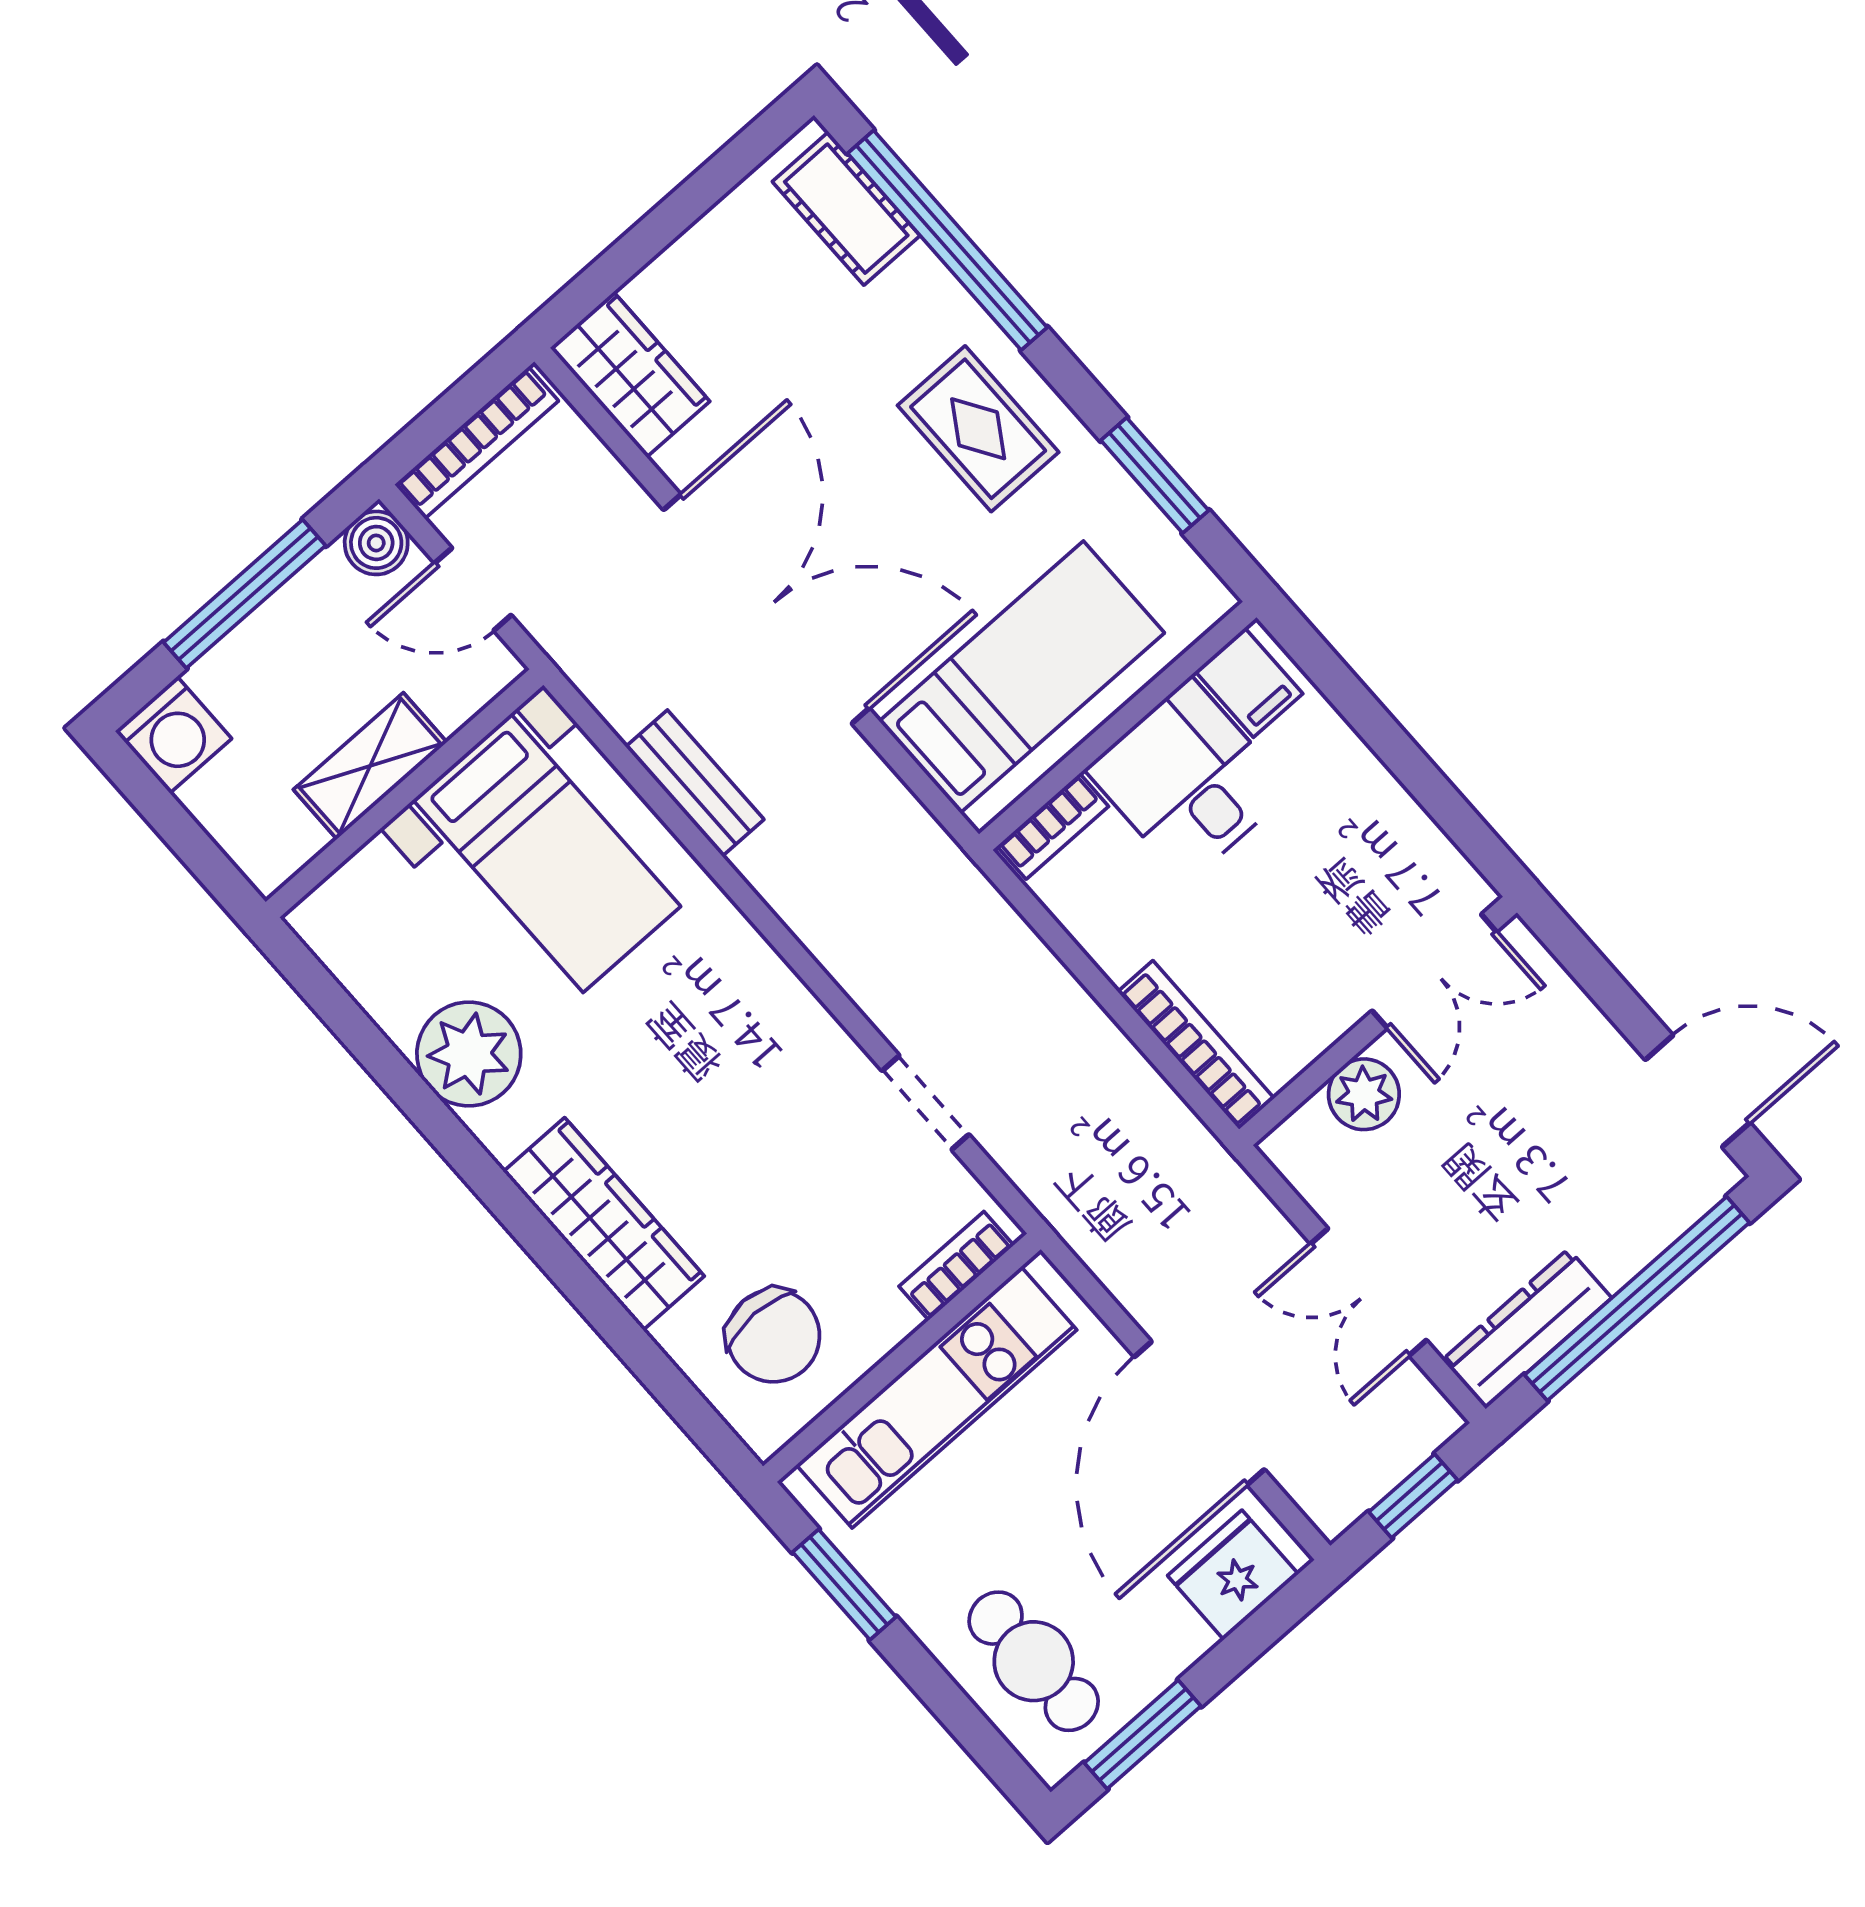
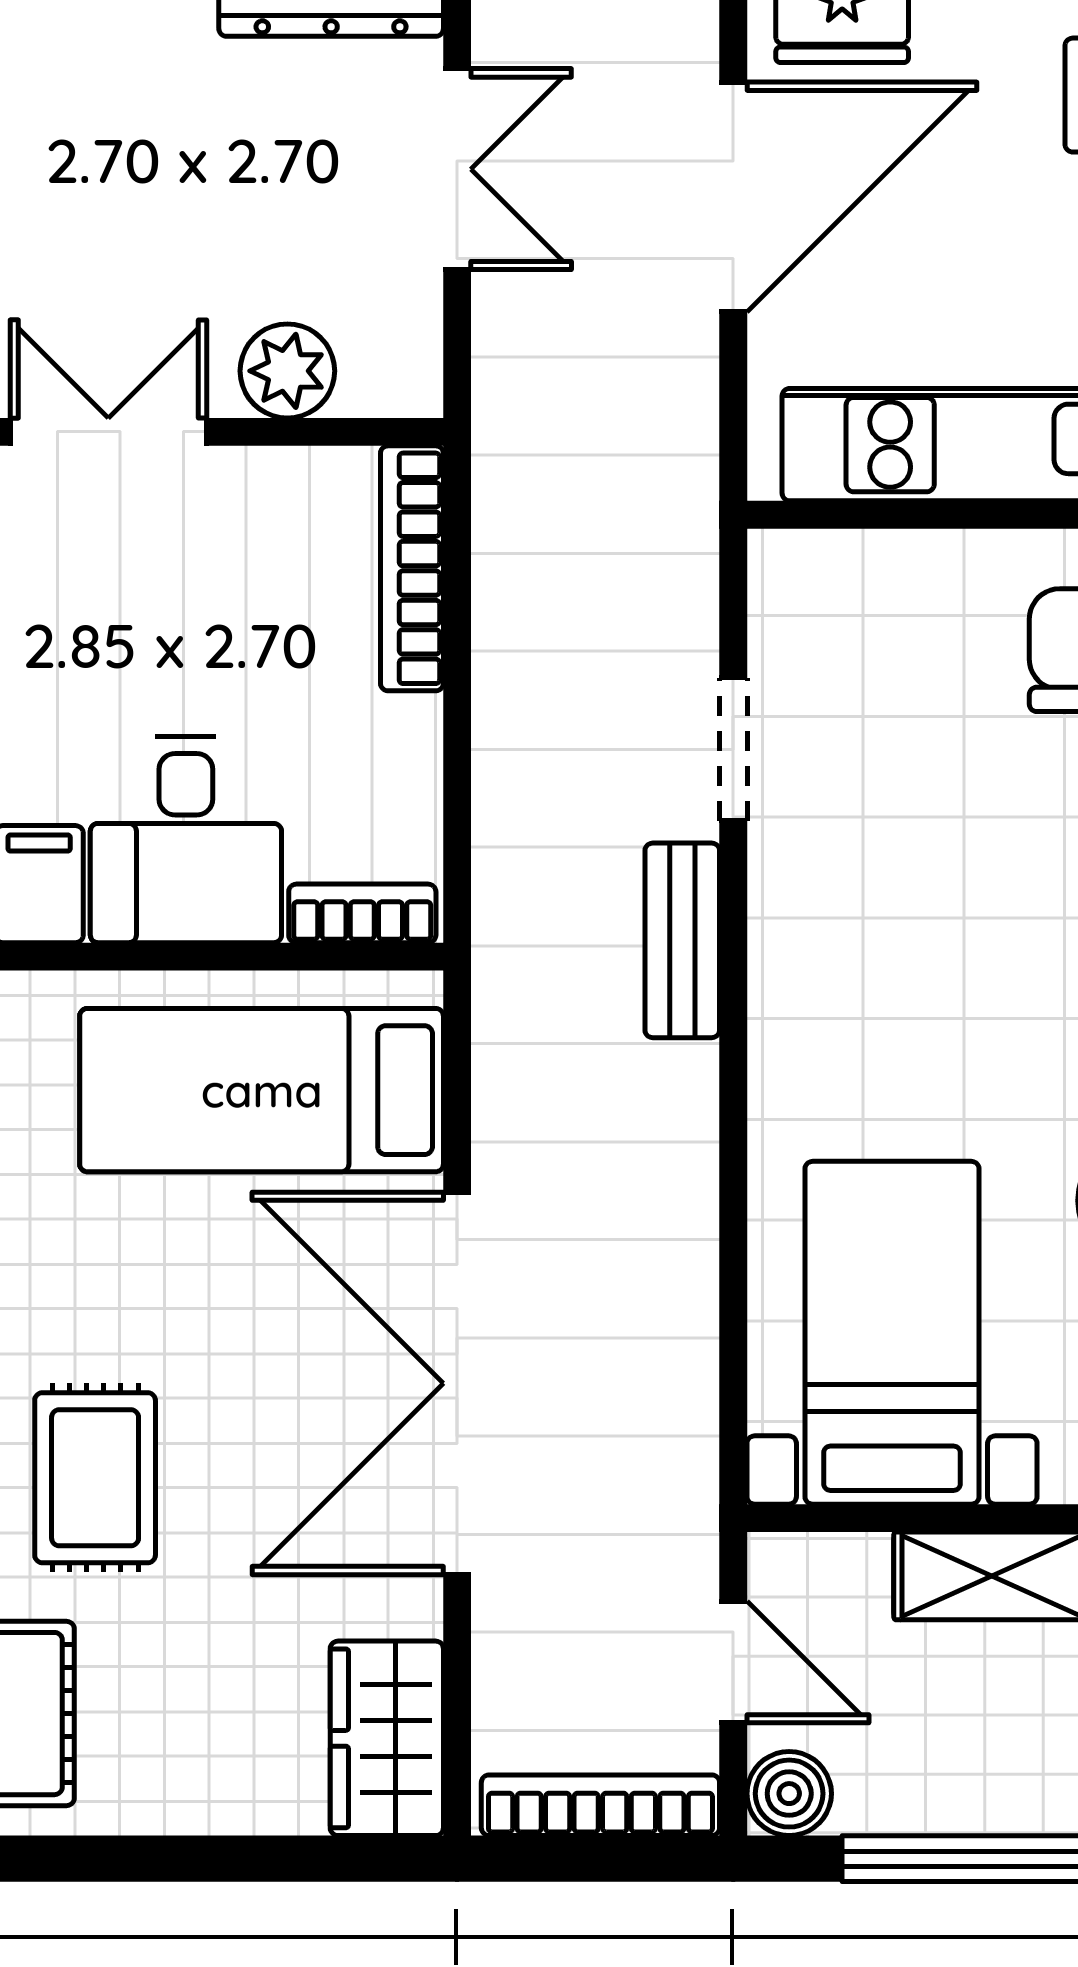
rug: (978, 429) -> (95, 1478), moved
bench: (695, 783) -> (682, 940), moved
bookcase: (956, 1266) -> (846, 559), removed

